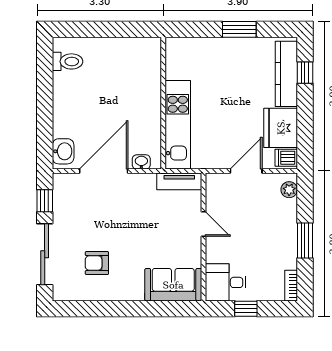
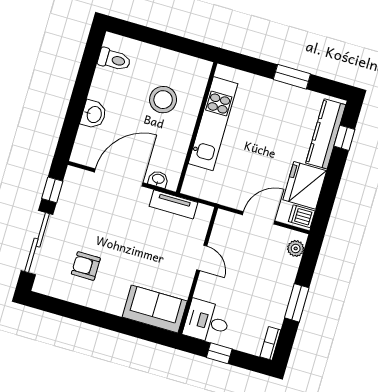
stool: (124, 86) -> (163, 100), added
kitchen unit: (178, 125) -> (213, 124), moved
washbasin: (63, 151) -> (94, 114), moved
tv unit: (179, 181) -> (173, 204), moved

